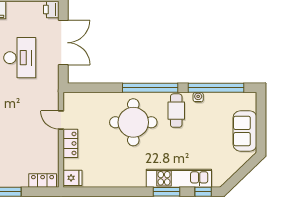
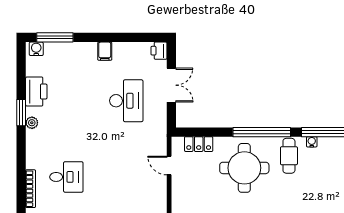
double door: (63, 43) -> (171, 85), width x0.73
locker: (70, 143) -> (199, 144), moved, turned 90

